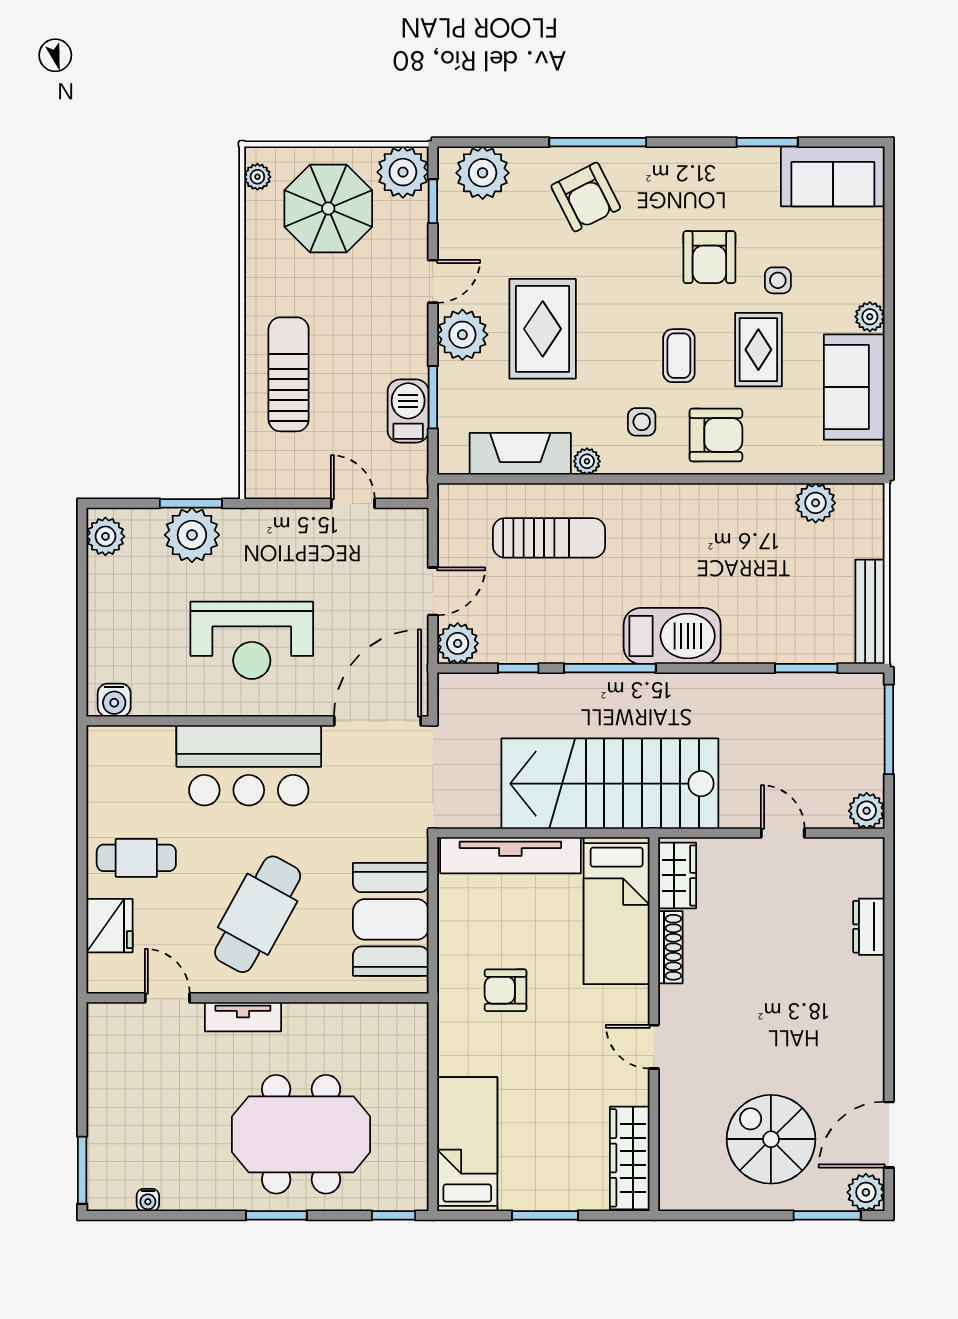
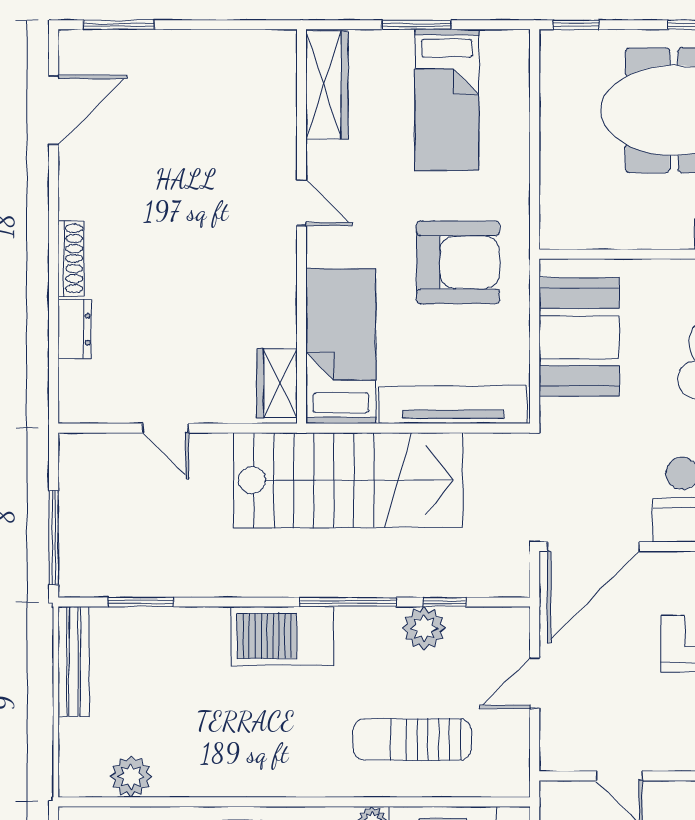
plant: (458, 643) -> (424, 628), moved
plant: (867, 811) -> (77, 452), removed
shoe rack: (670, 947) -> (71, 259), moved, turned 180
armchair: (506, 990) -> (458, 262), width x1.88, depth x1.88
spiral stairs: (771, 1139) -> (178, 105), removed
bed: (467, 1144) -> (447, 100), moved
plant: (866, 1192) -> (78, 49), removed

